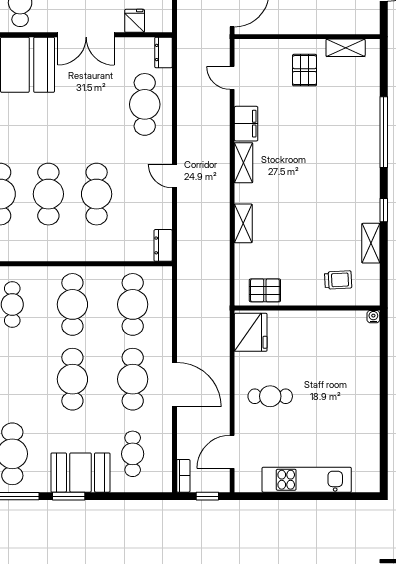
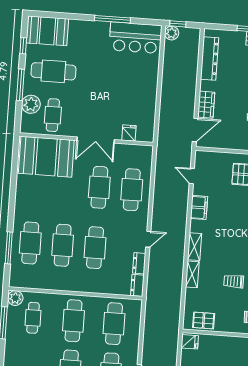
dresser: (163, 52) -> (139, 263), moved
cafe table: (97, 104) -> (99, 187), added
shelving: (244, 163) -> (194, 247), moved
door: (174, 176) -> (148, 239), swing flipped
trolley: (305, 229) -> (234, 281), added
fridge: (251, 332) -> (190, 342), width x0.53, depth x0.75

